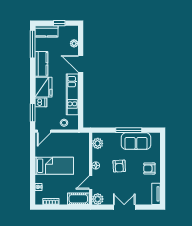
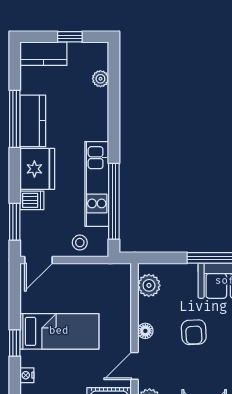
window: (33, 44) -> (15, 119), moved
door: (81, 64) -> (114, 121), removed
window: (81, 103) -> (114, 201), added
window: (33, 171) -> (15, 343), added

